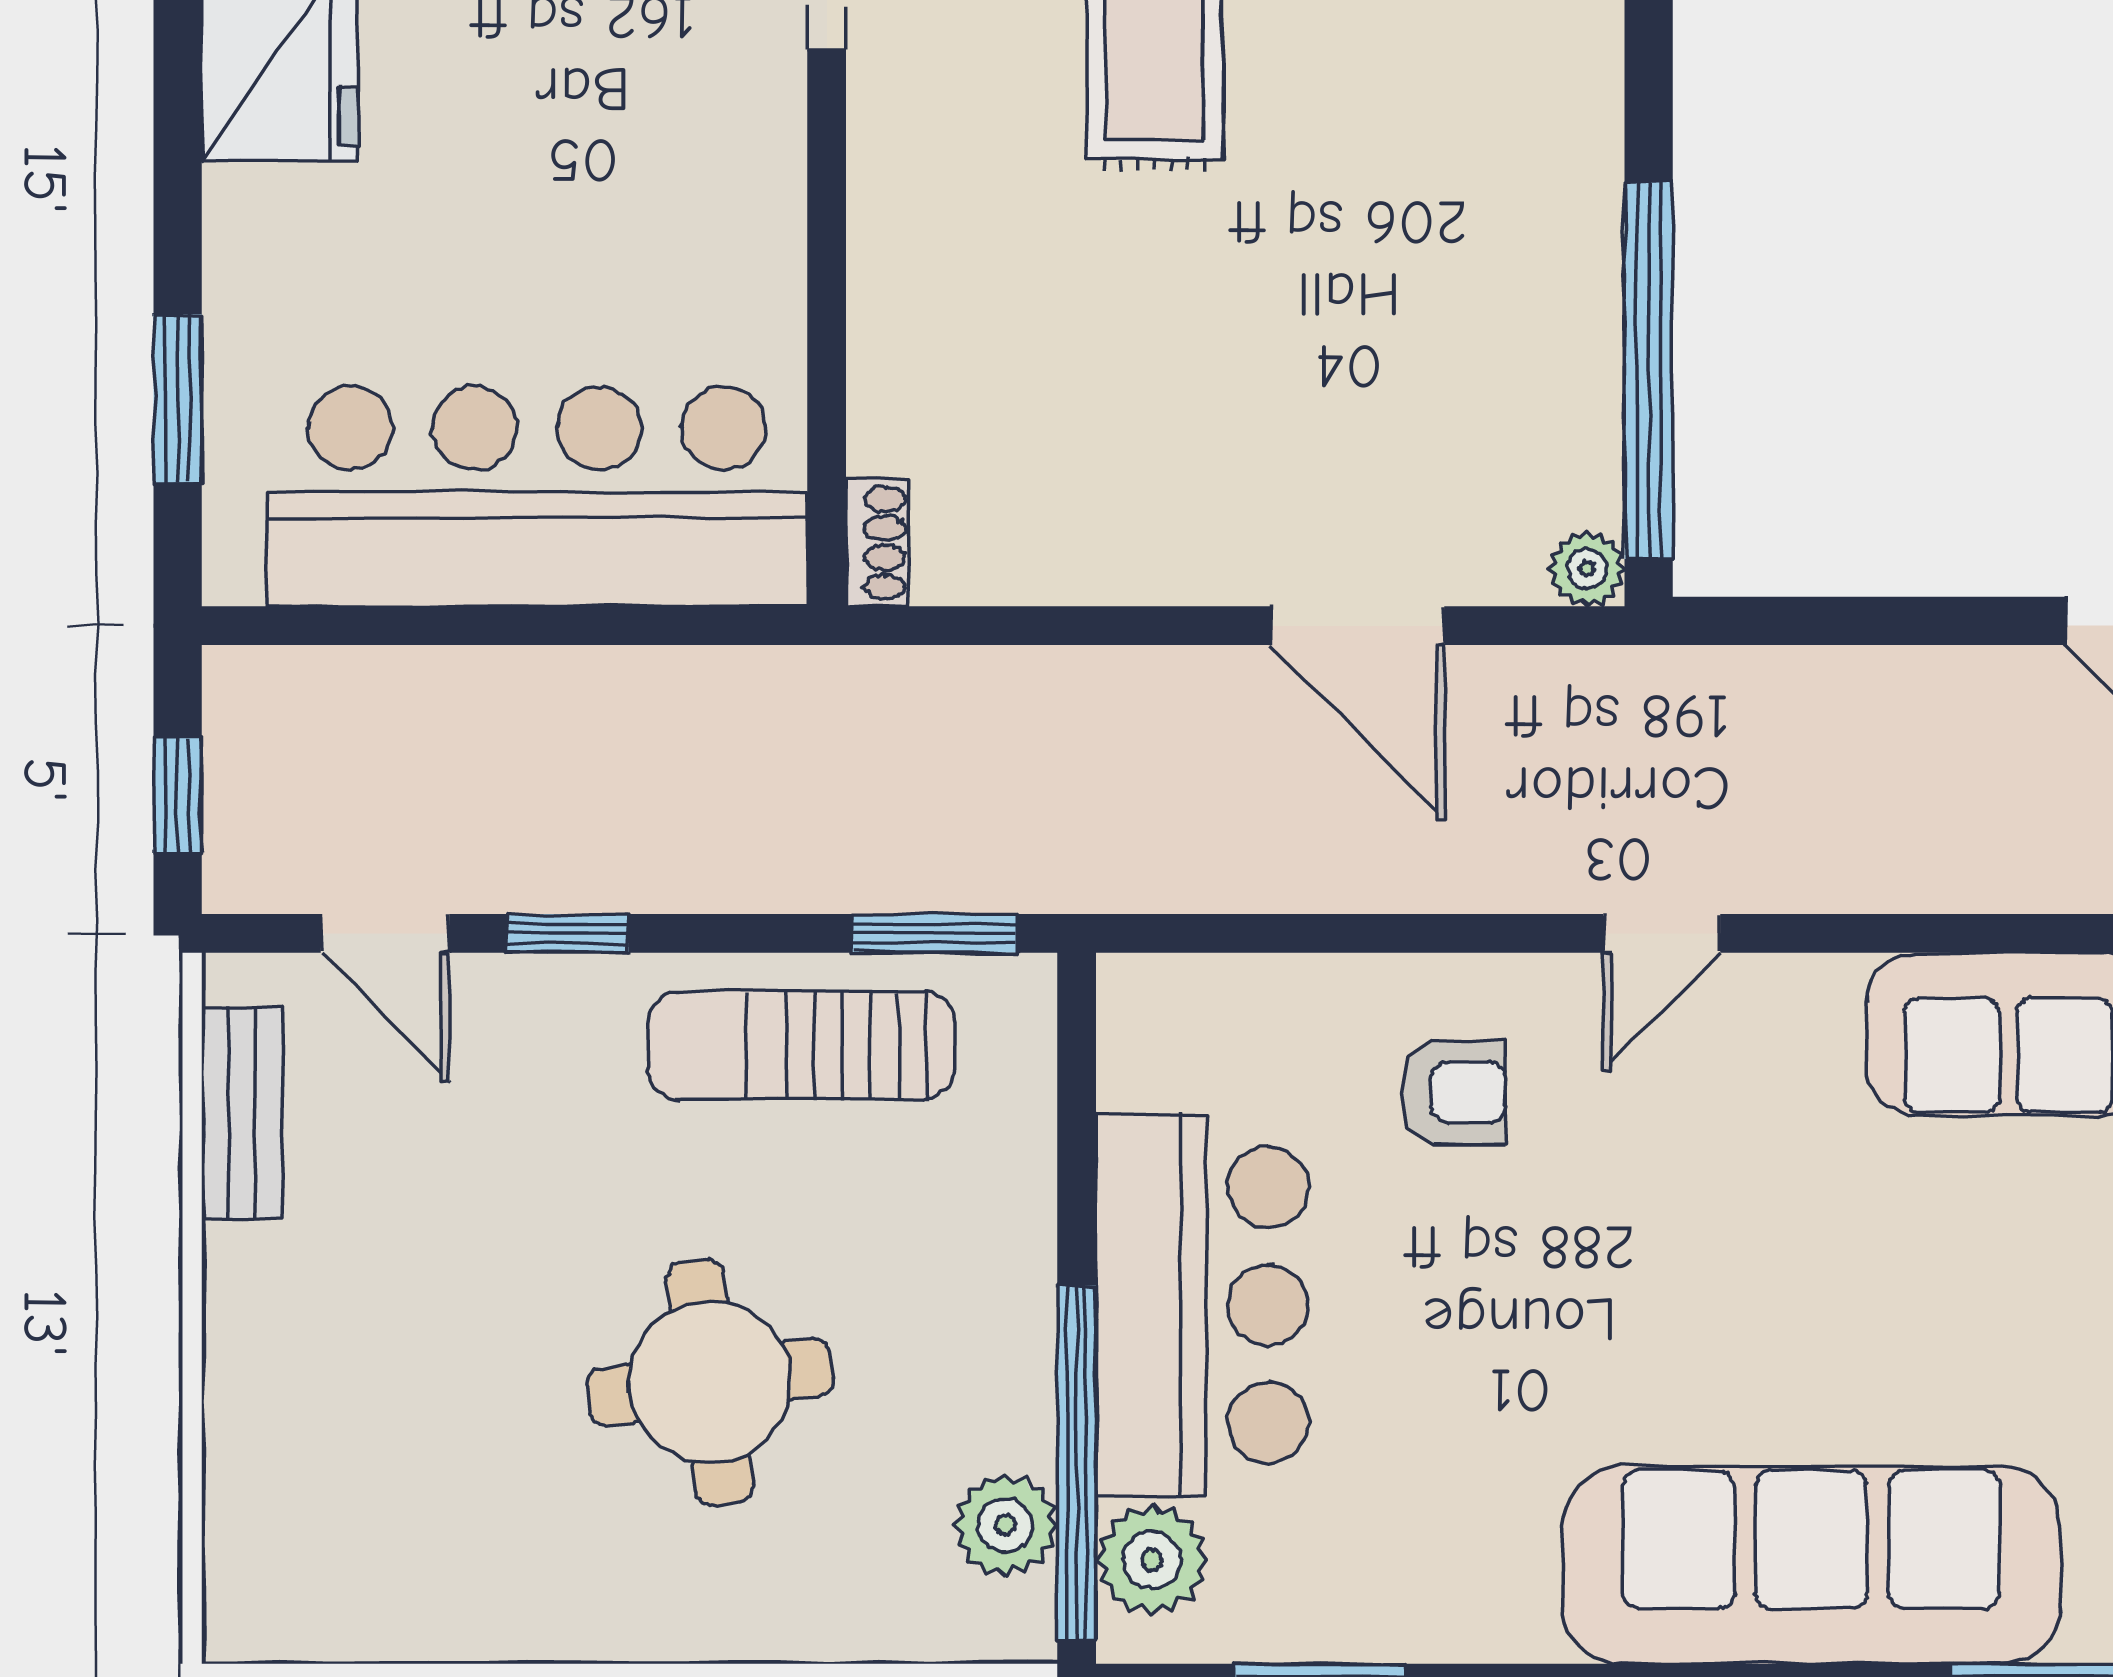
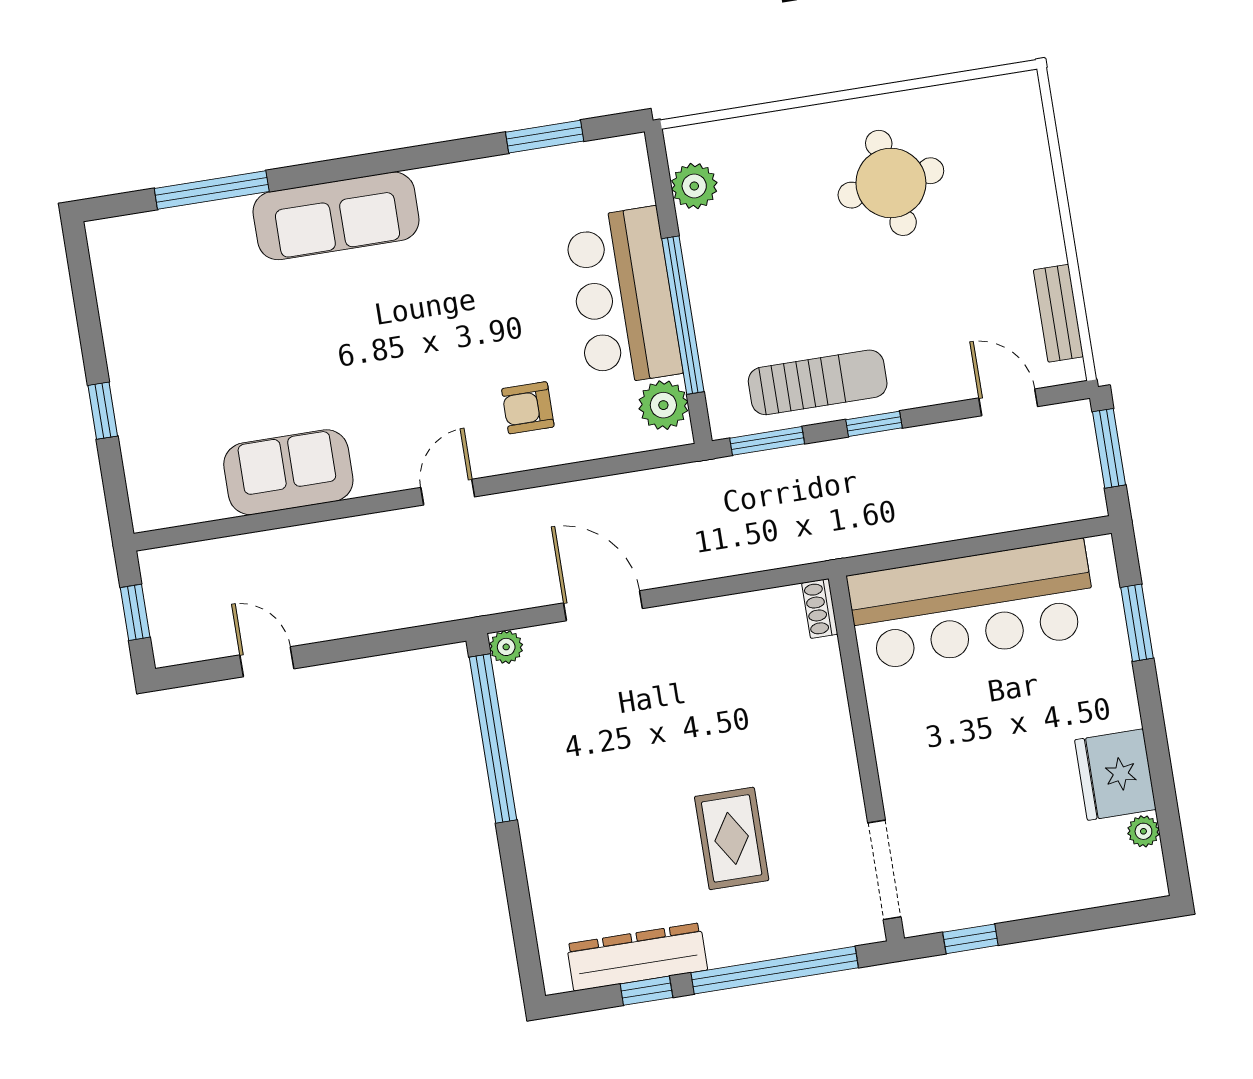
window: (178, 795) -> (1109, 448), width x1.50
window: (567, 933) -> (874, 424), moved
round table: (710, 1382) -> (891, 183), moved
window: (1077, 1463) -> (683, 315), moved
plant: (1152, 1560) -> (663, 405), moved
sofa: (1811, 1565) -> (336, 216), width x0.74, depth x0.79

